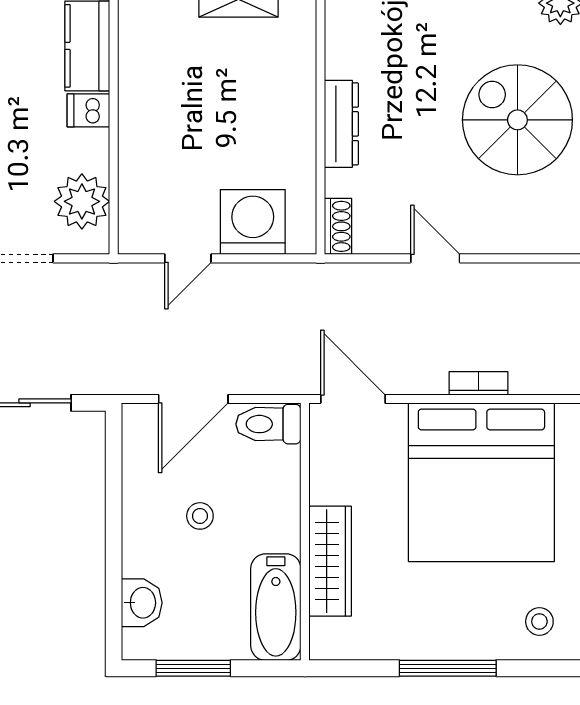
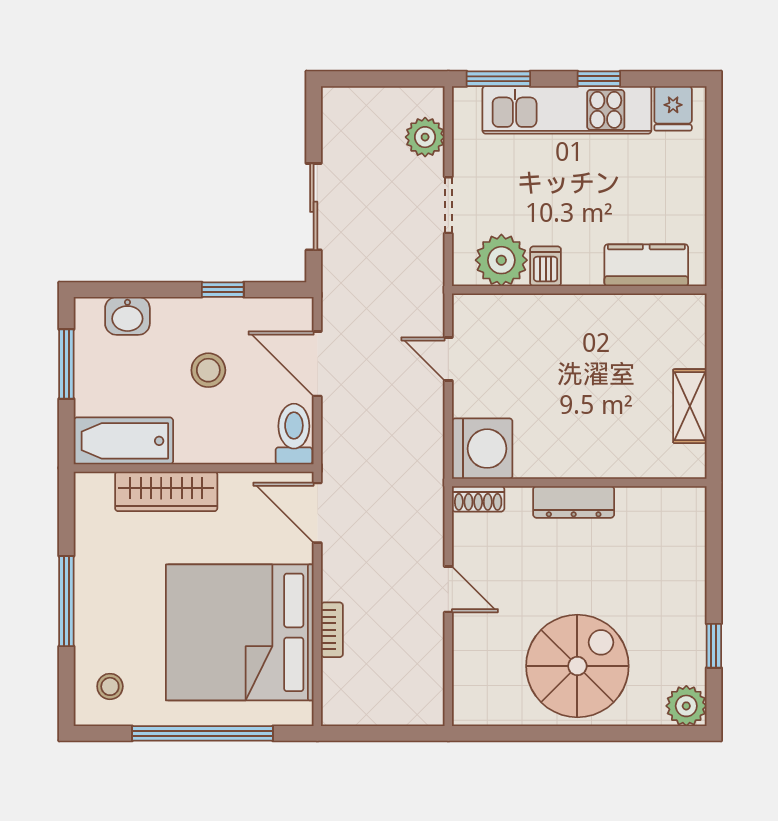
dishwasher: (88, 110) -> (546, 266), moved
washing machine: (253, 222) -> (482, 449), moved
door: (435, 258) -> (448, 589), hinge flipped
door: (353, 399) -> (317, 513), swing flipped
window: (114, 500) -> (223, 290), added
stool: (200, 516) -> (208, 370), width x1.37, depth x1.37

